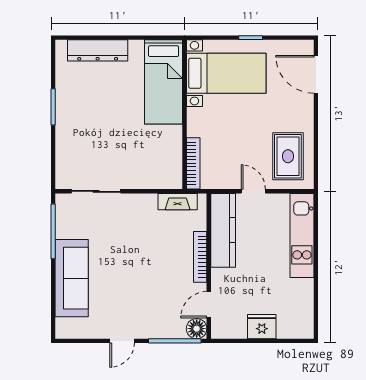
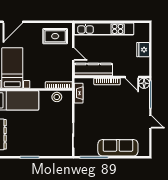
stool: (170, 159) -> (57, 97), added
door: (253, 191) -> (73, 54), swing flipped
kitchen unit: (302, 235) -> (104, 29), width x1.36

